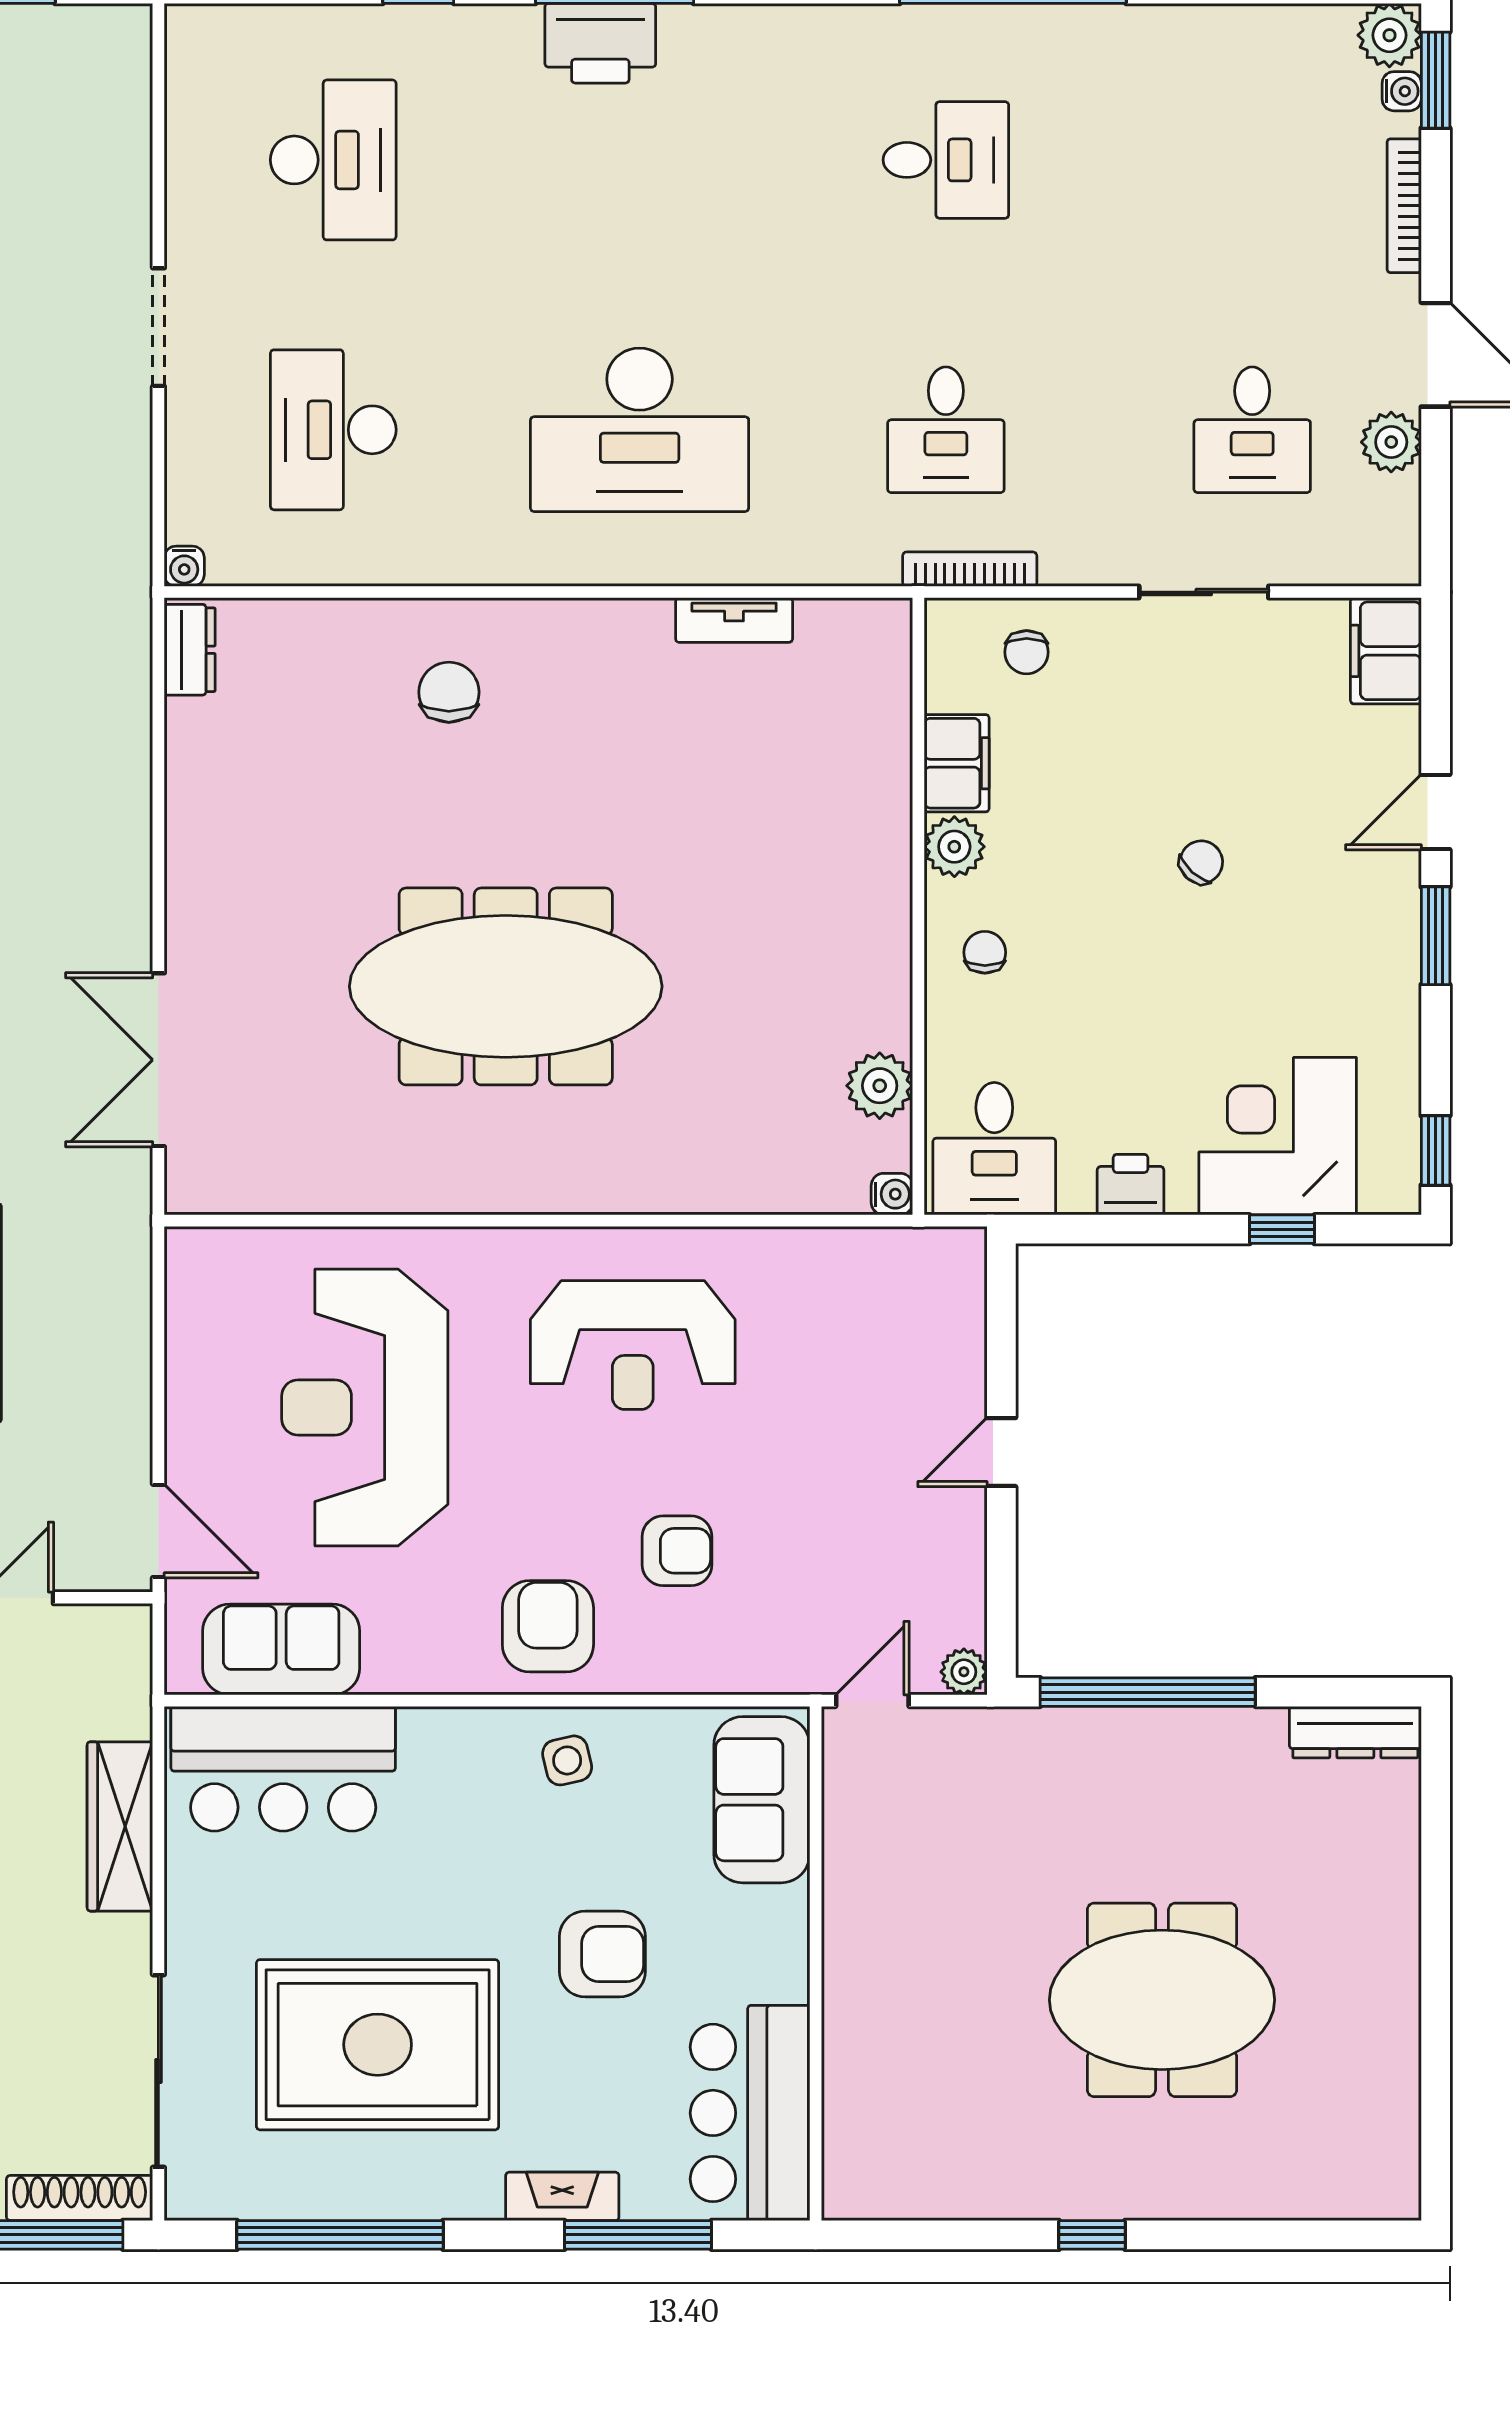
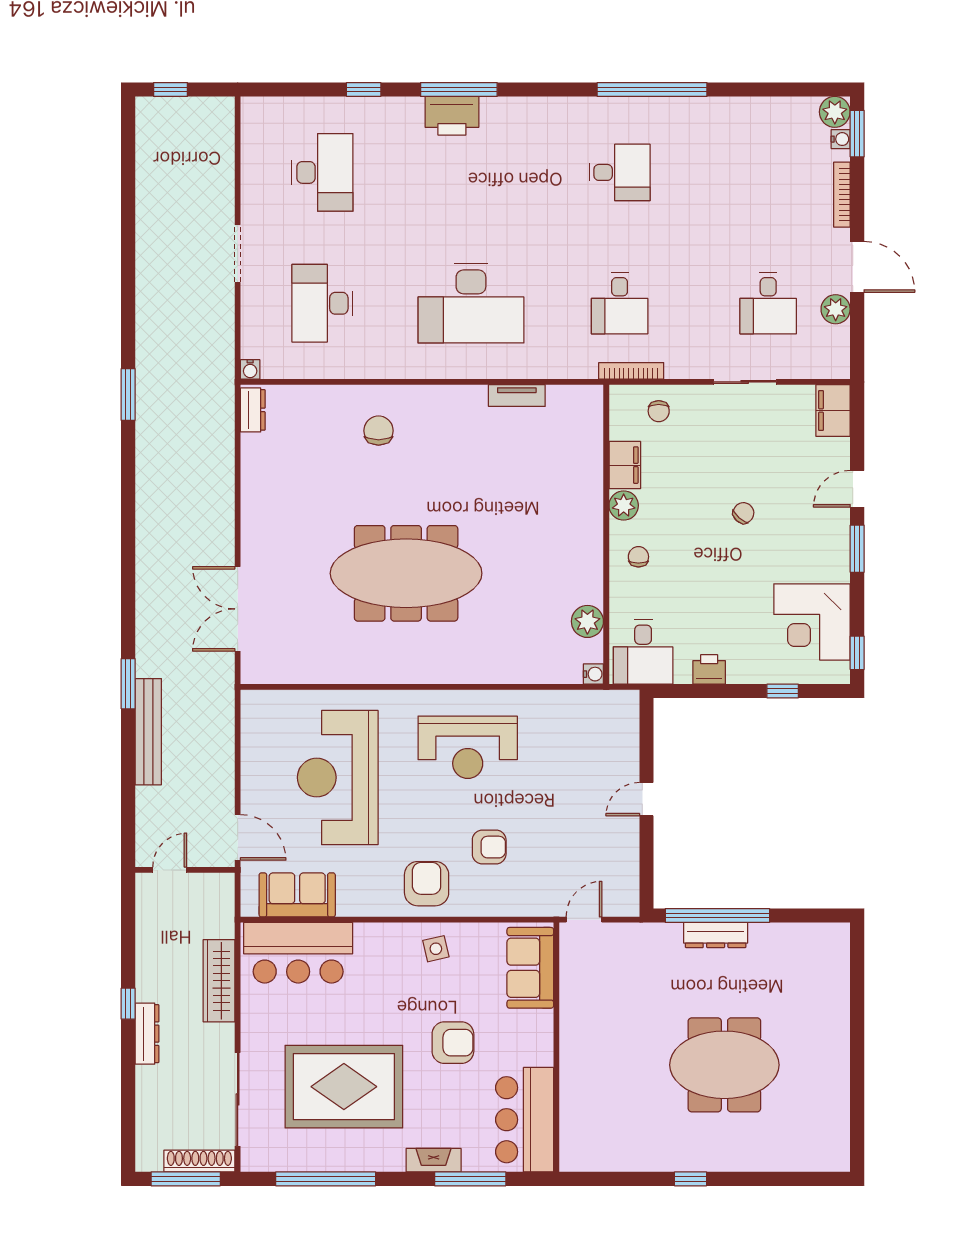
corner desk: (1278, 1136) -> (812, 622), moved, turned -90
plant: (964, 1672) -> (628, 906), removed
dresser: (1355, 1732) -> (716, 935), moved

